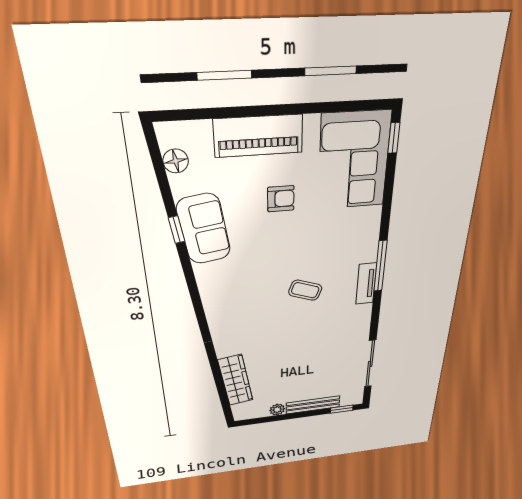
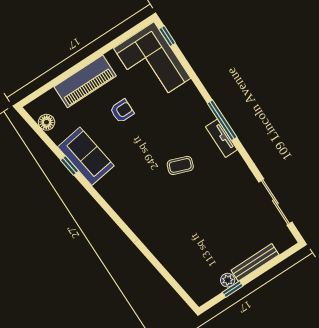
wardrobe: (235, 380) -> (176, 266), removed
window: (342, 409) -> (233, 289), moved

